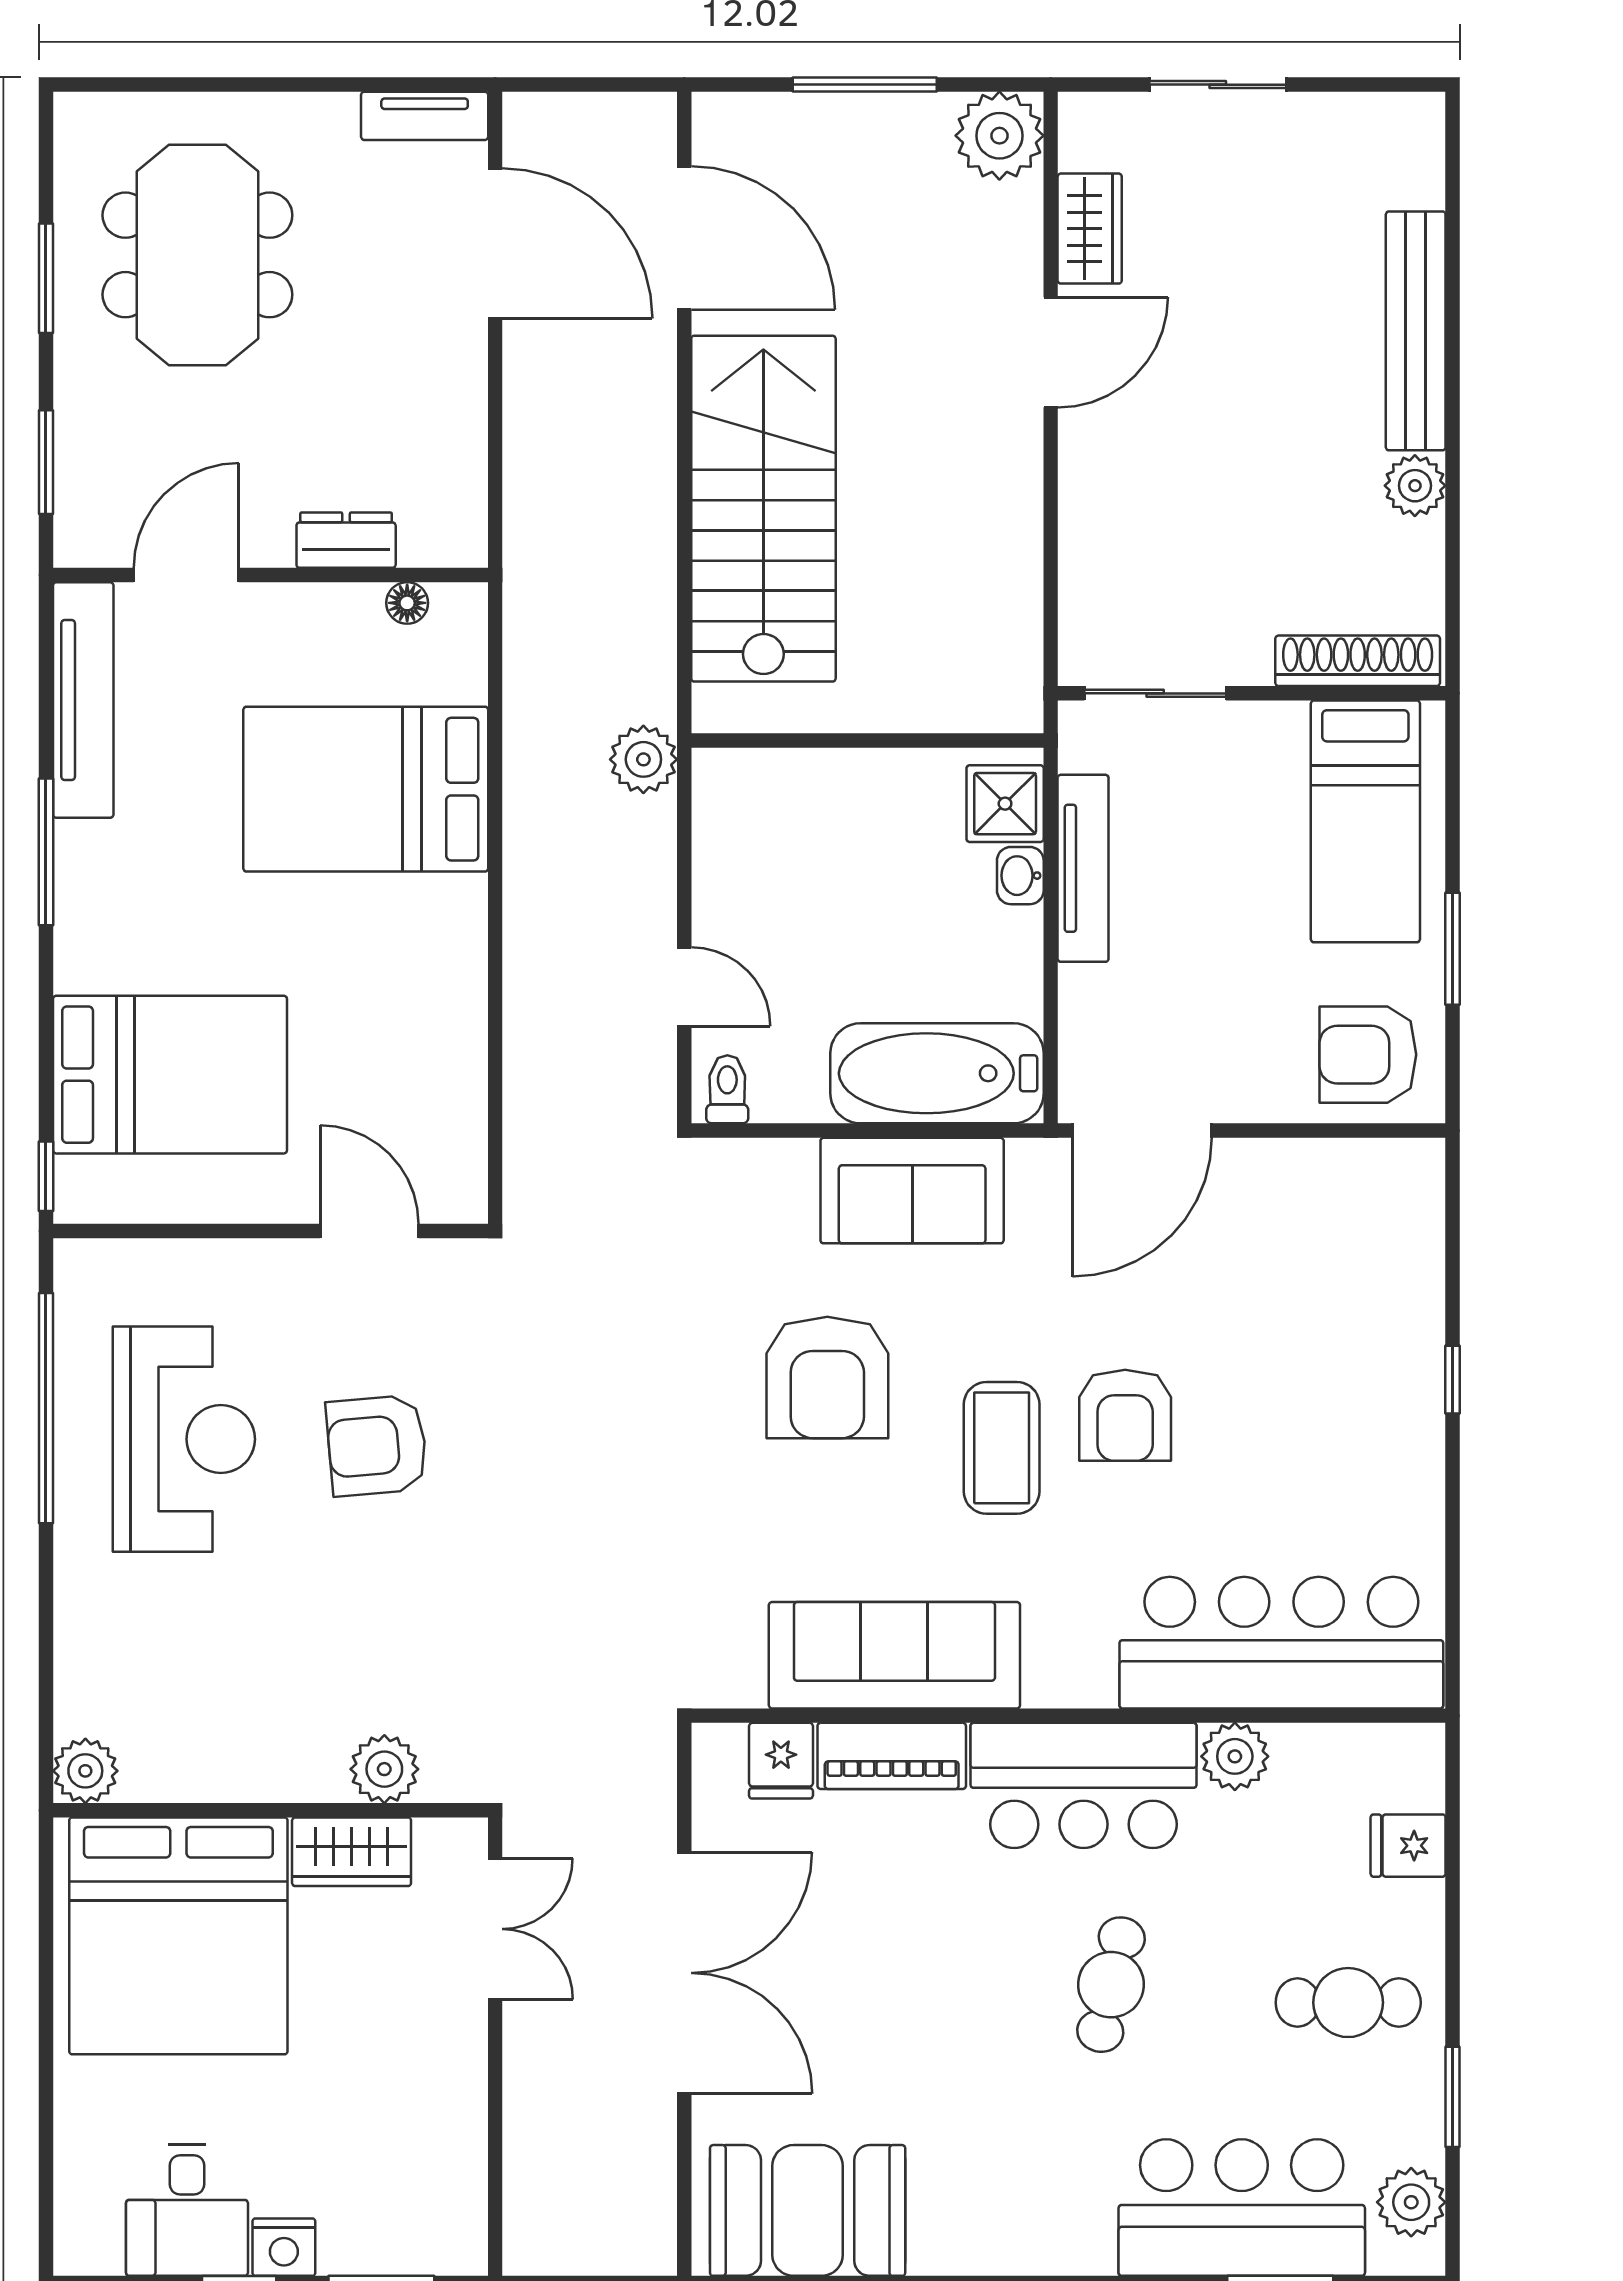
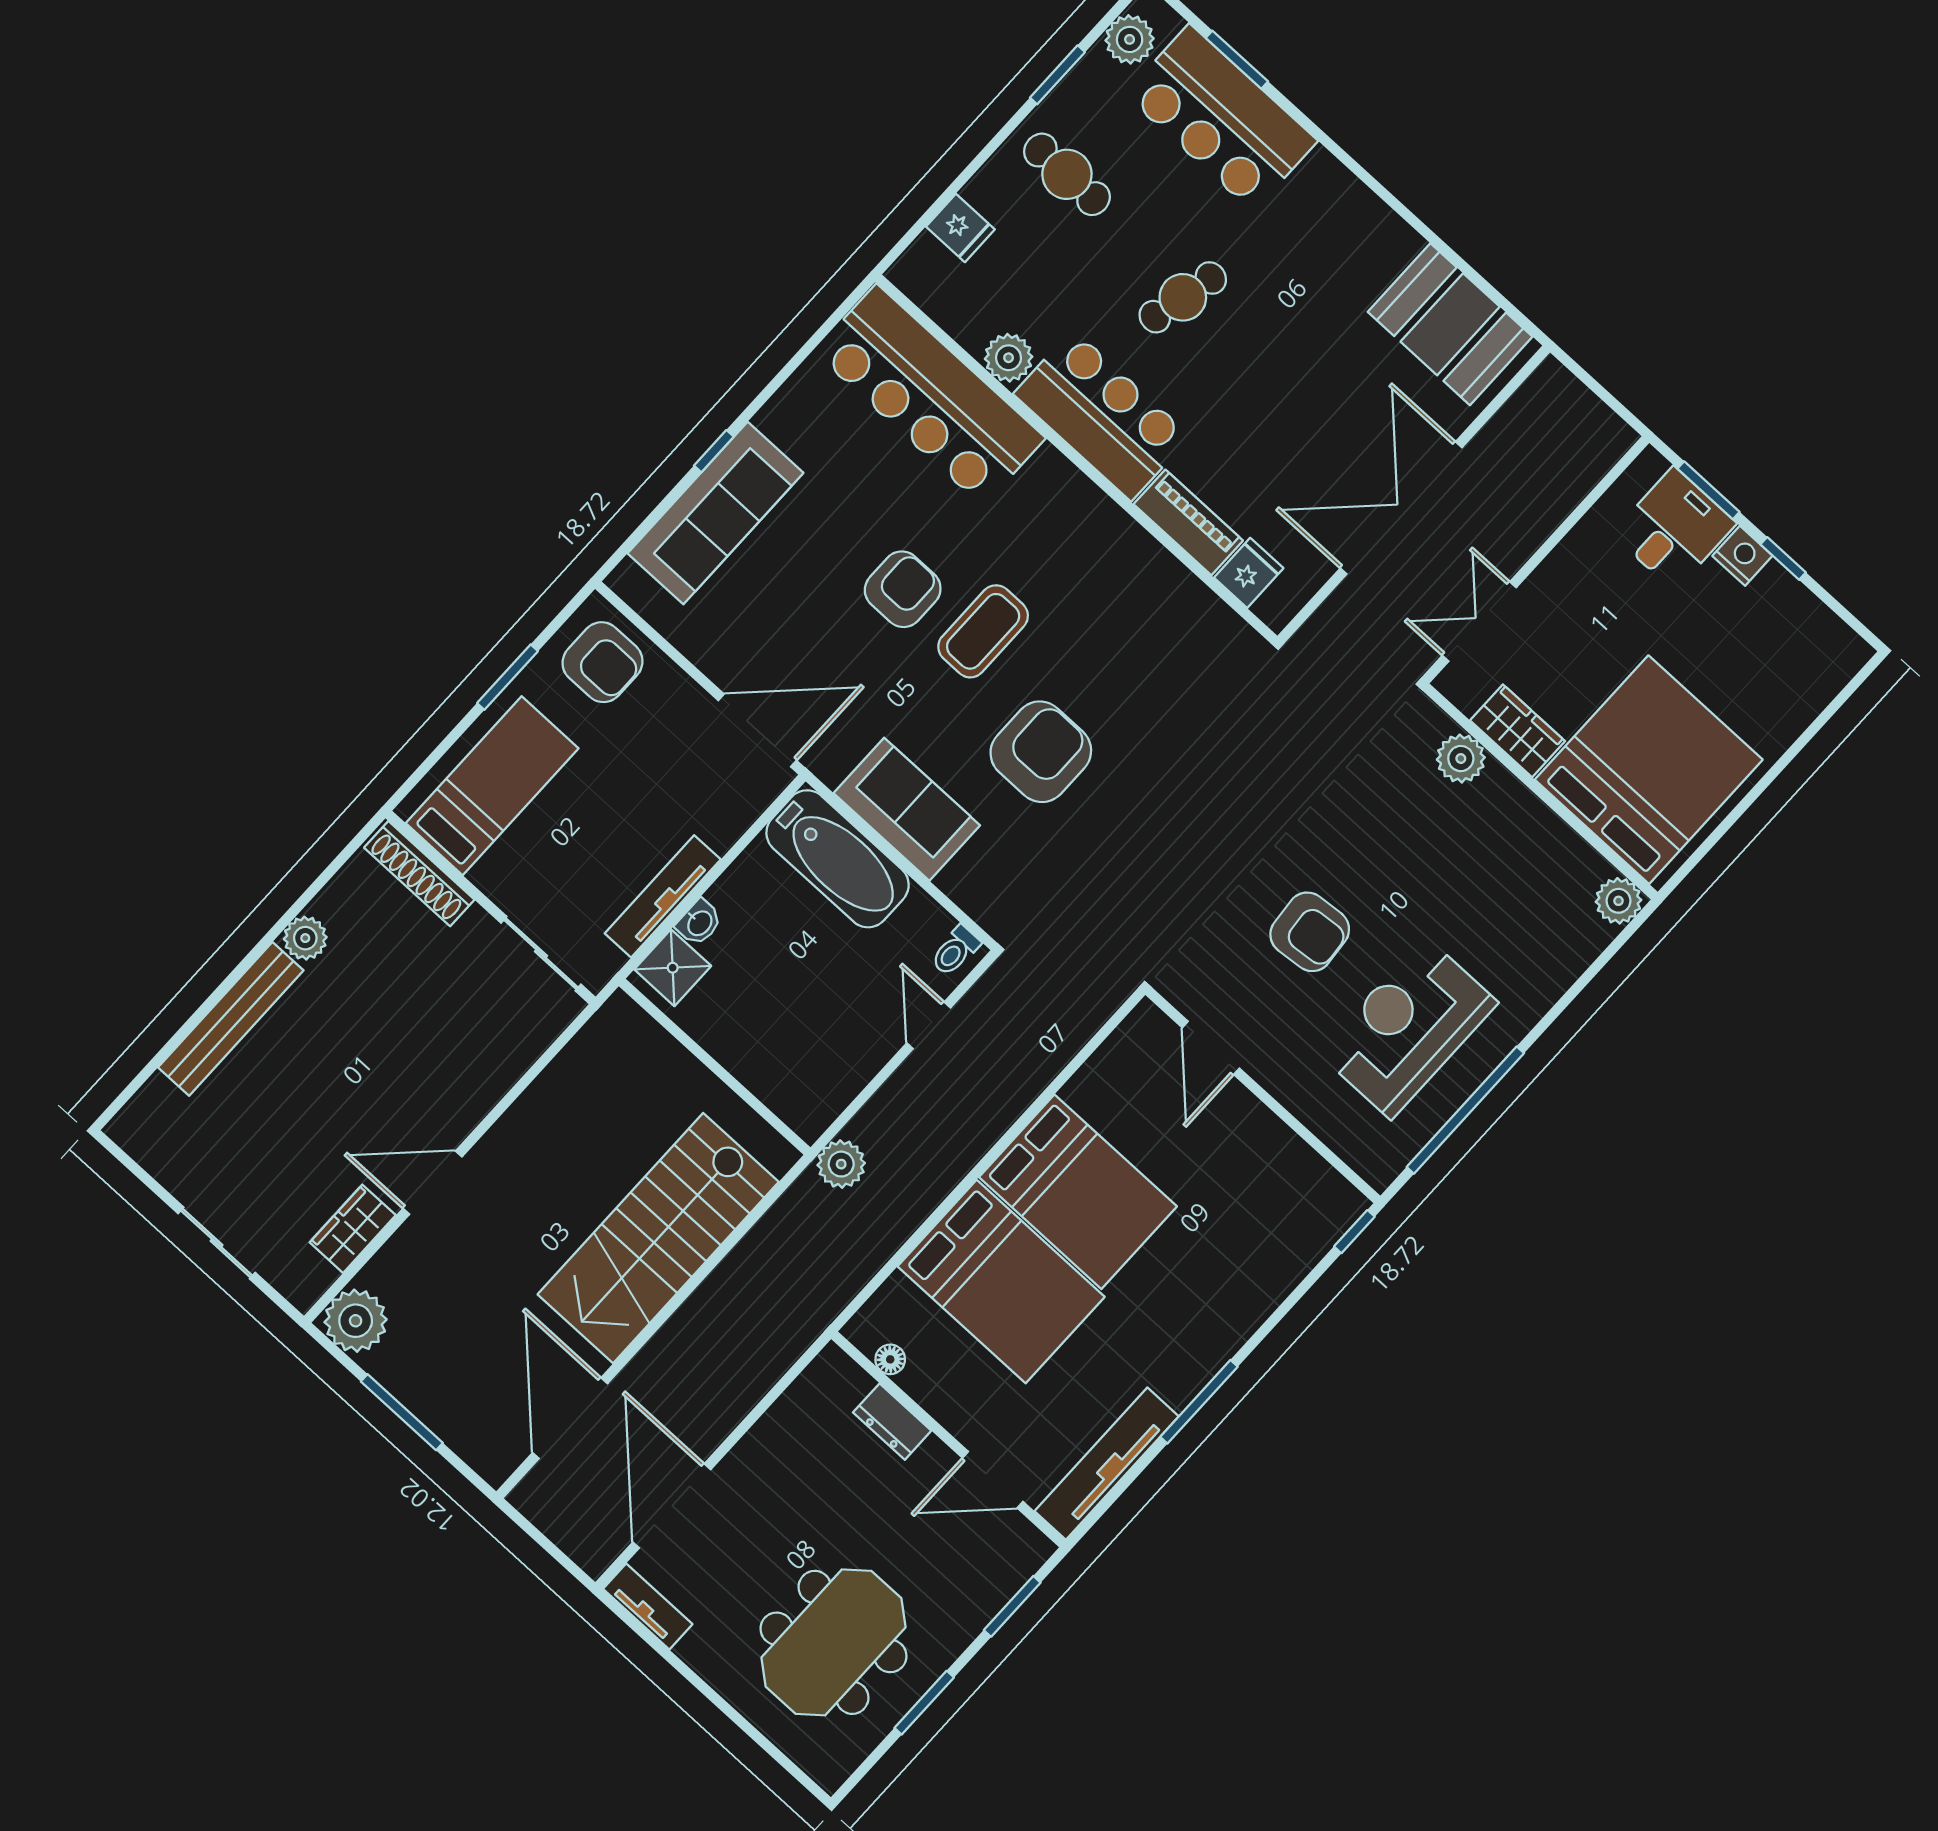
bed: (170, 1075) -> (1078, 1192), moved, turned 180
sofa: (894, 1655) -> (715, 513), moved, turned -90
desk: (187, 2210) -> (1674, 529), moved

